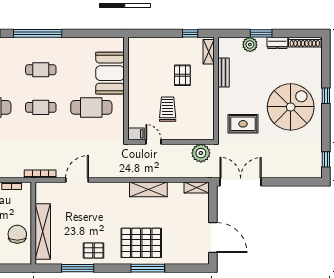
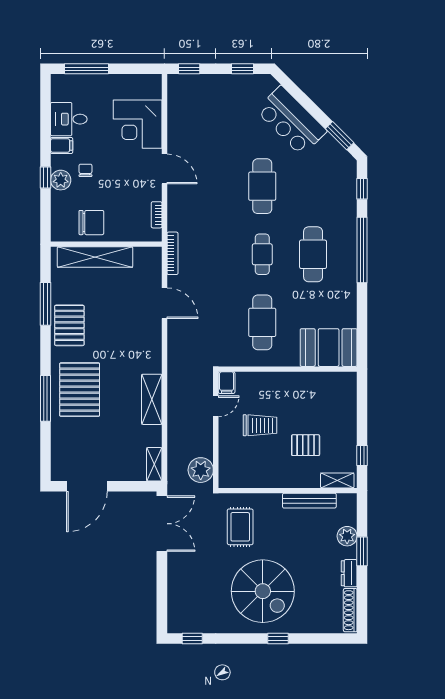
cafe table: (41, 70) -> (313, 254), width x1.37, depth x1.35
bench: (224, 72) -> (309, 501), width x1.36
booth: (110, 73) -> (329, 348), moved
pallet: (94, 250) -> (69, 325), width x1.50, depth x1.42

